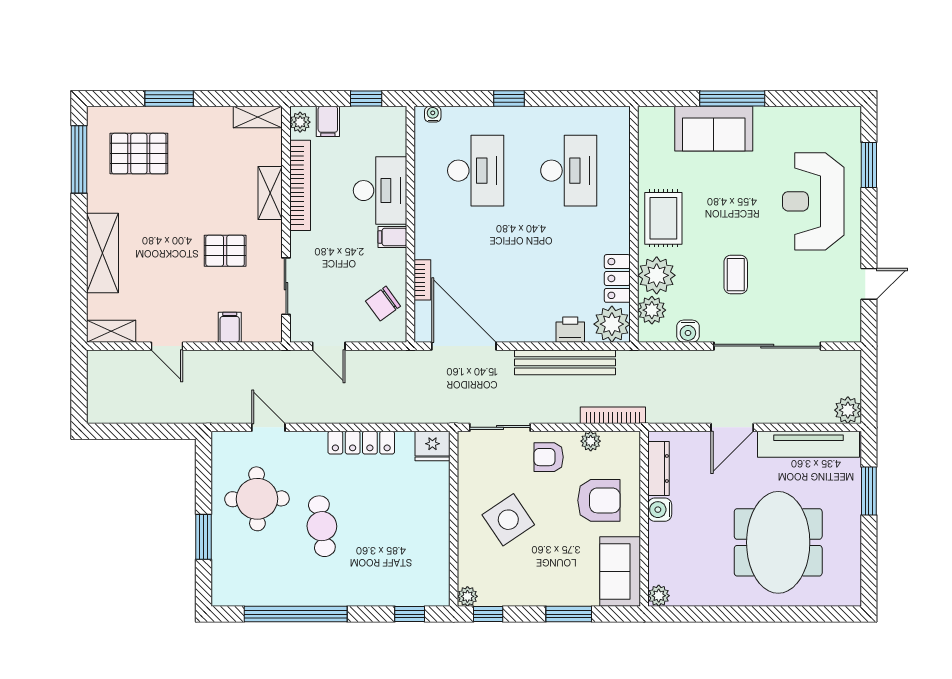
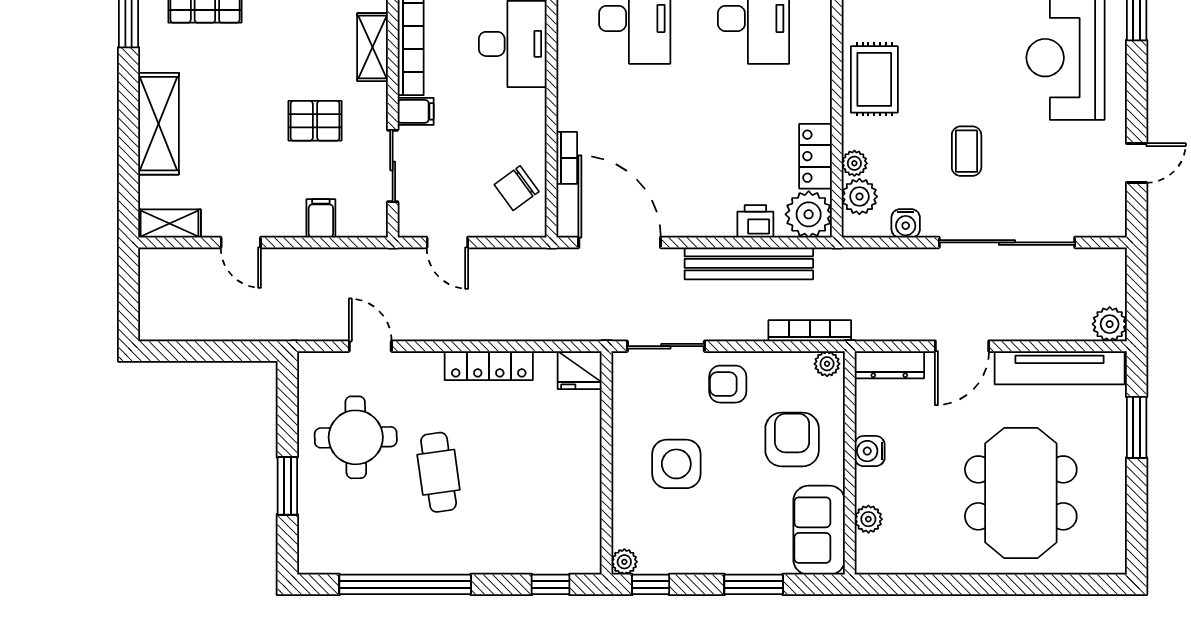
filing cabinet: (392, 237) -> (416, 111), moved, turned 180
plant: (657, 275) -> (854, 163), width x0.53, depth x0.53
plant: (591, 441) -> (827, 364), moved
dresser: (659, 469) -> (889, 365), moved, turned 90
armchair: (599, 500) -> (792, 439), turned -90
side table: (508, 520) -> (676, 464), turned 34
plant: (659, 596) -> (868, 519), moved

